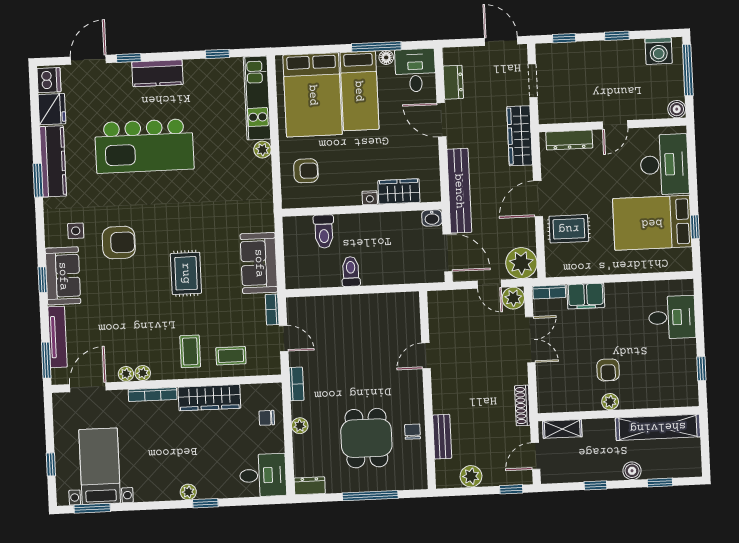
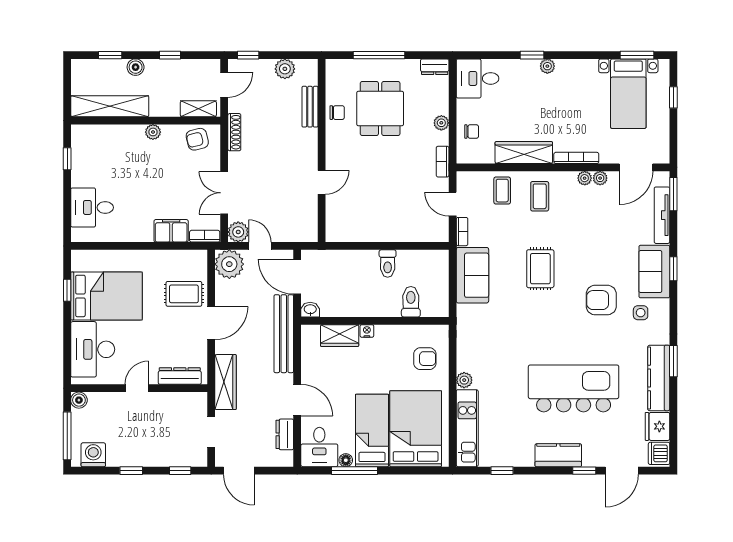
armchair: (306, 171) -> (425, 359), turned 180
coffee table: (231, 356) -> (502, 191), turned 90
armchair: (608, 370) -> (197, 139), moved, turned -104
chair: (413, 432) -> (337, 113), turned -90

